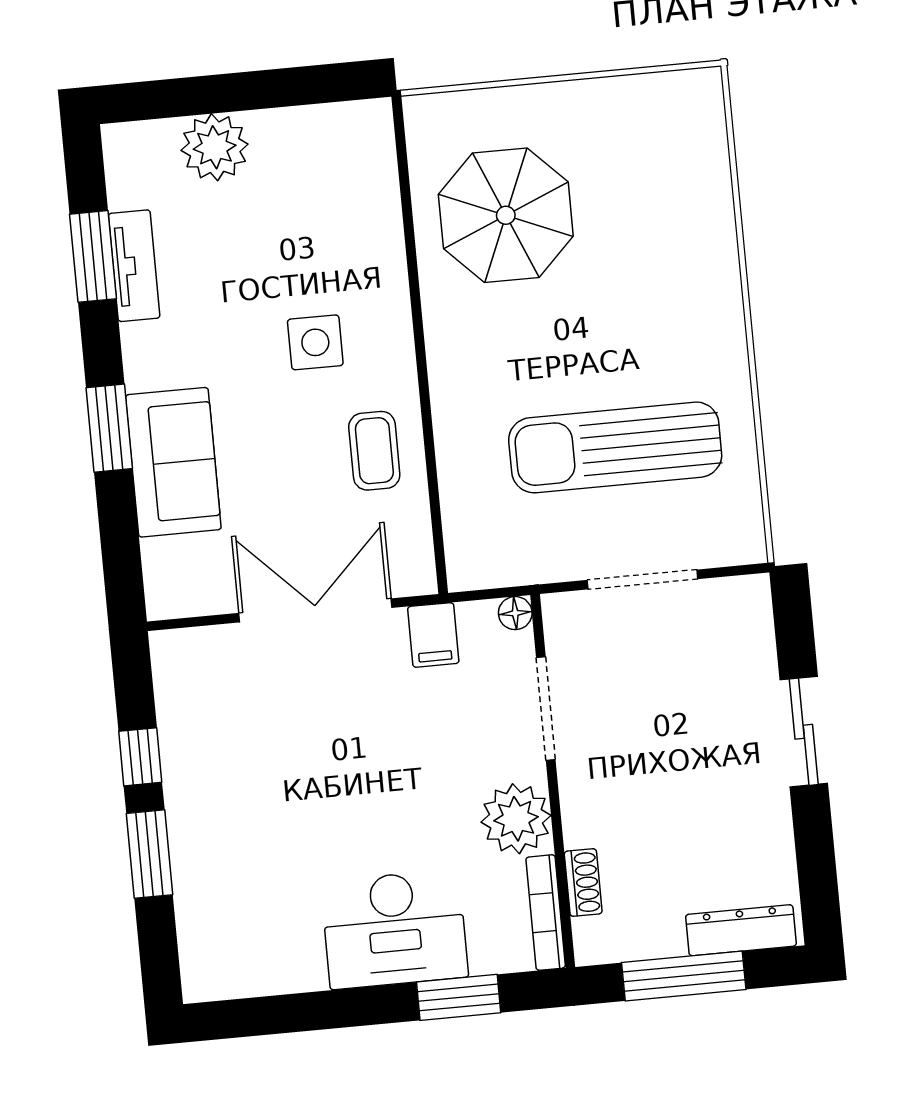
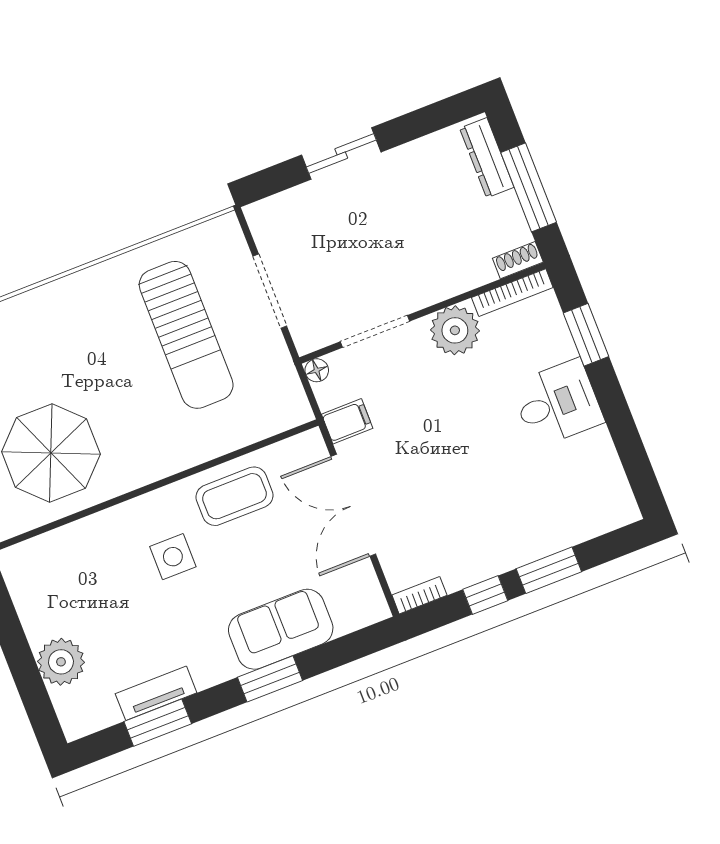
coffee table: (374, 451) -> (234, 496), width x1.36, depth x1.30
bookcase: (166, 666) -> (419, 595), added
shoe rack: (583, 883) -> (518, 260), moved
desk: (394, 929) -> (557, 403), width x0.73

